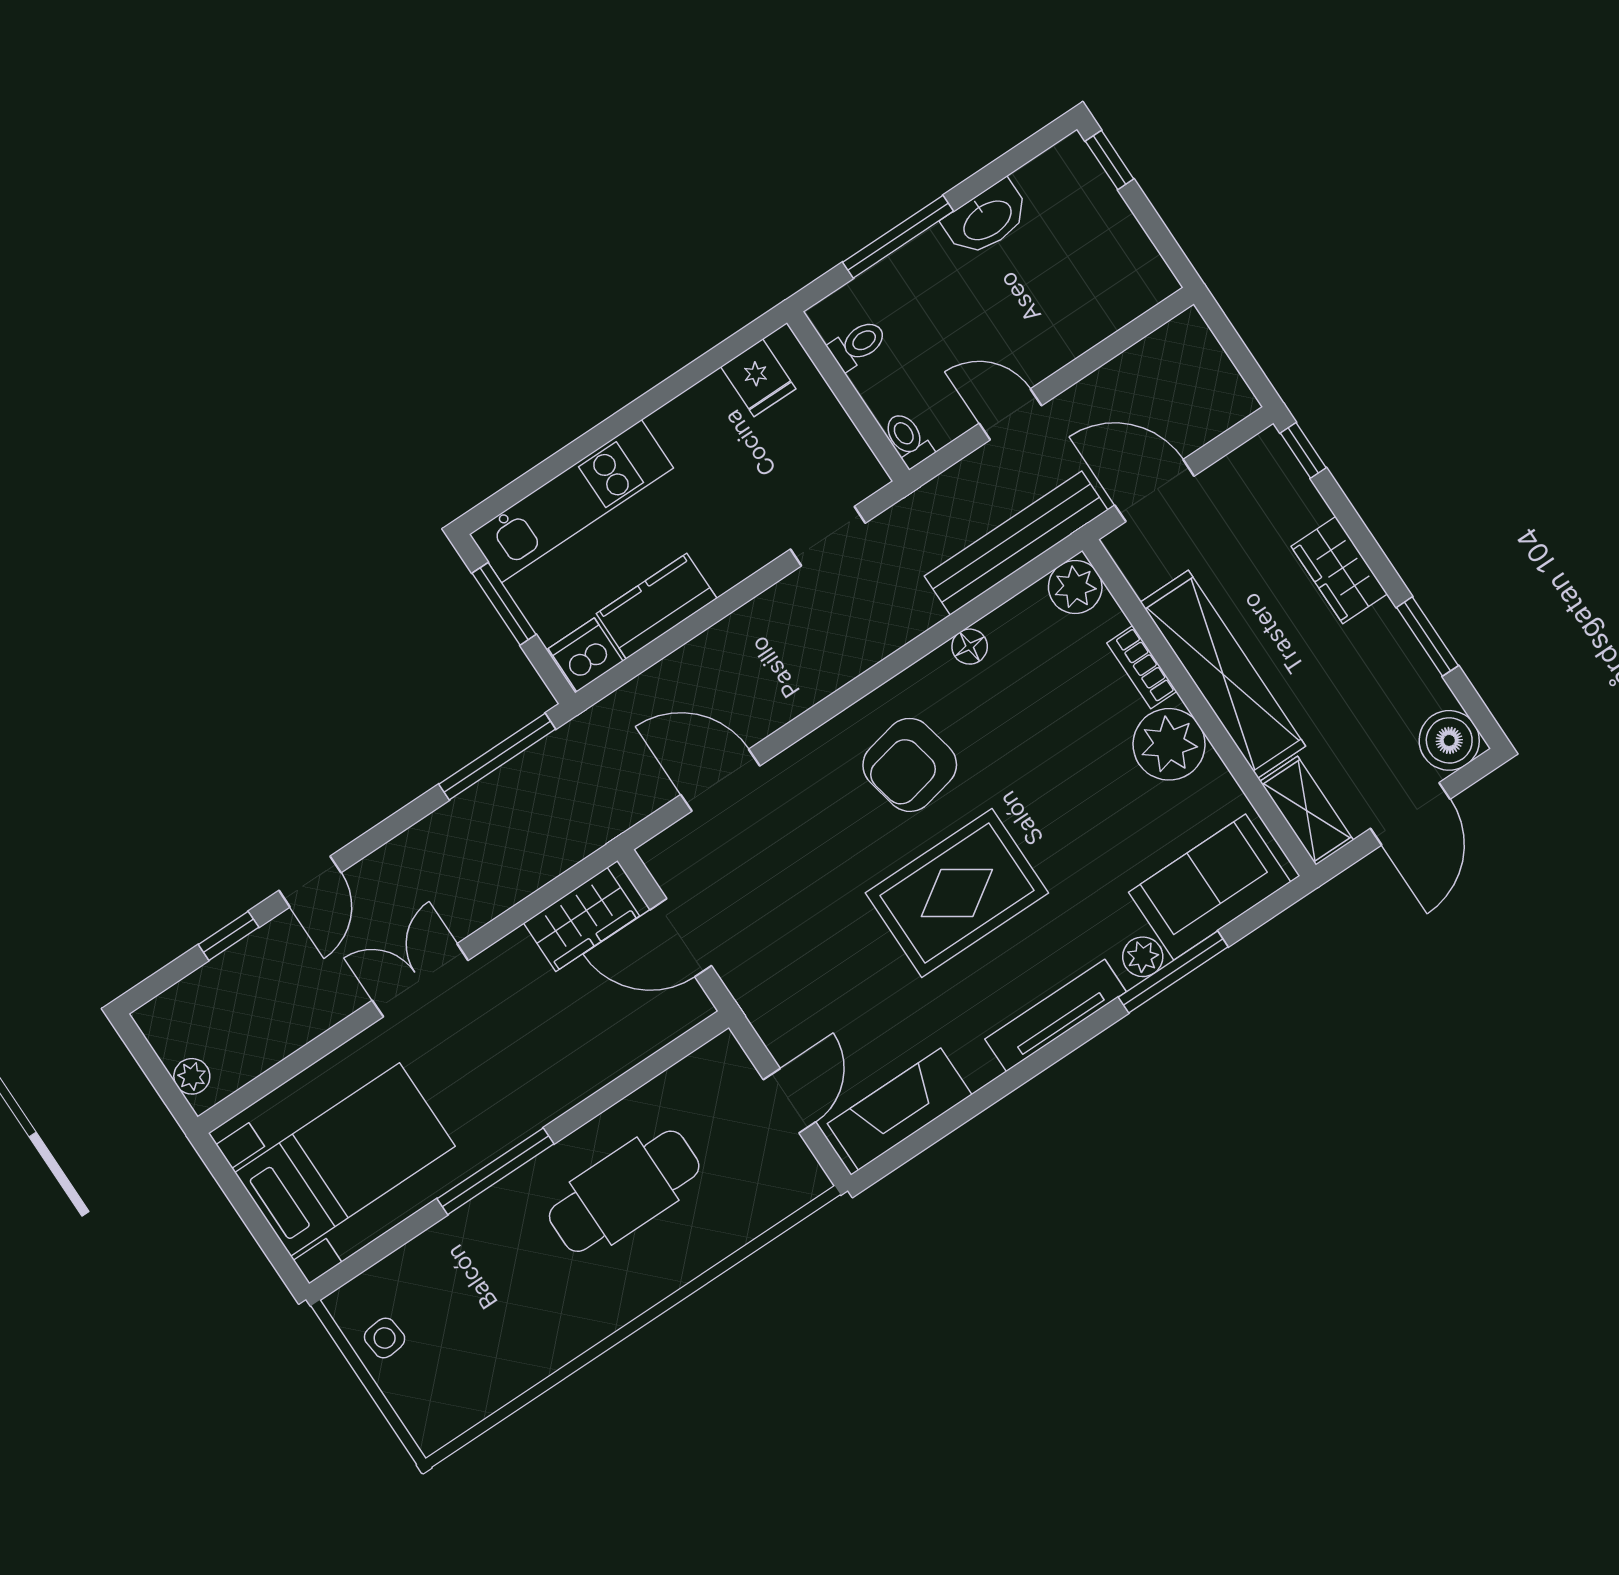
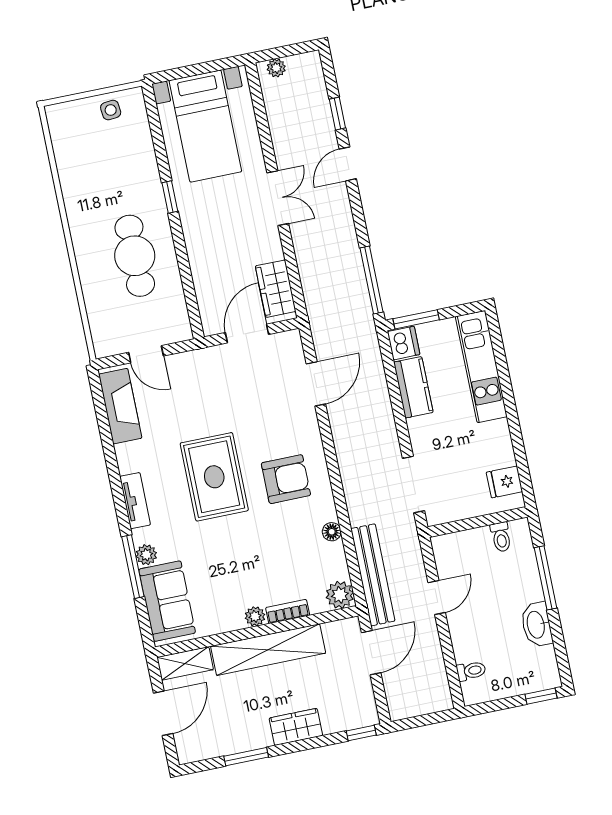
toilet: (908, 439) -> (471, 671), moved
doorway: (828, 536) -> (414, 485), width x1.38
window: (504, 604) -> (416, 319), moved
boiler: (1449, 740) -> (191, 747), removed
plant: (1169, 744) -> (255, 616), width x0.53, depth x0.53
armchair: (910, 765) -> (286, 479), turned 102
door: (1410, 814) -> (163, 713), swing flipped
door: (310, 882) -> (348, 164), hinge flipped
tv unit: (1056, 1015) -> (135, 501), width x0.71
window: (495, 1171) -> (170, 197), width x0.46

